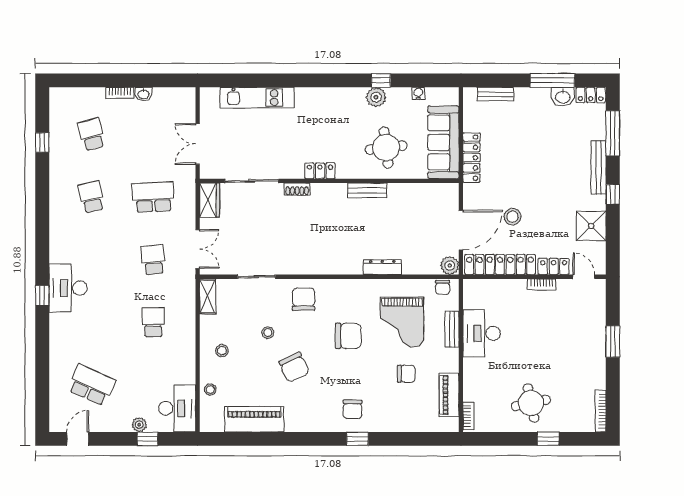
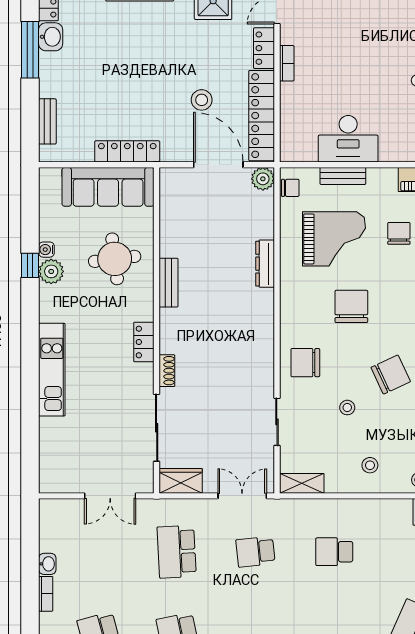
water cooler: (418, 93) -> (46, 250), moved
kitchen unit: (257, 98) -> (52, 370), moved

